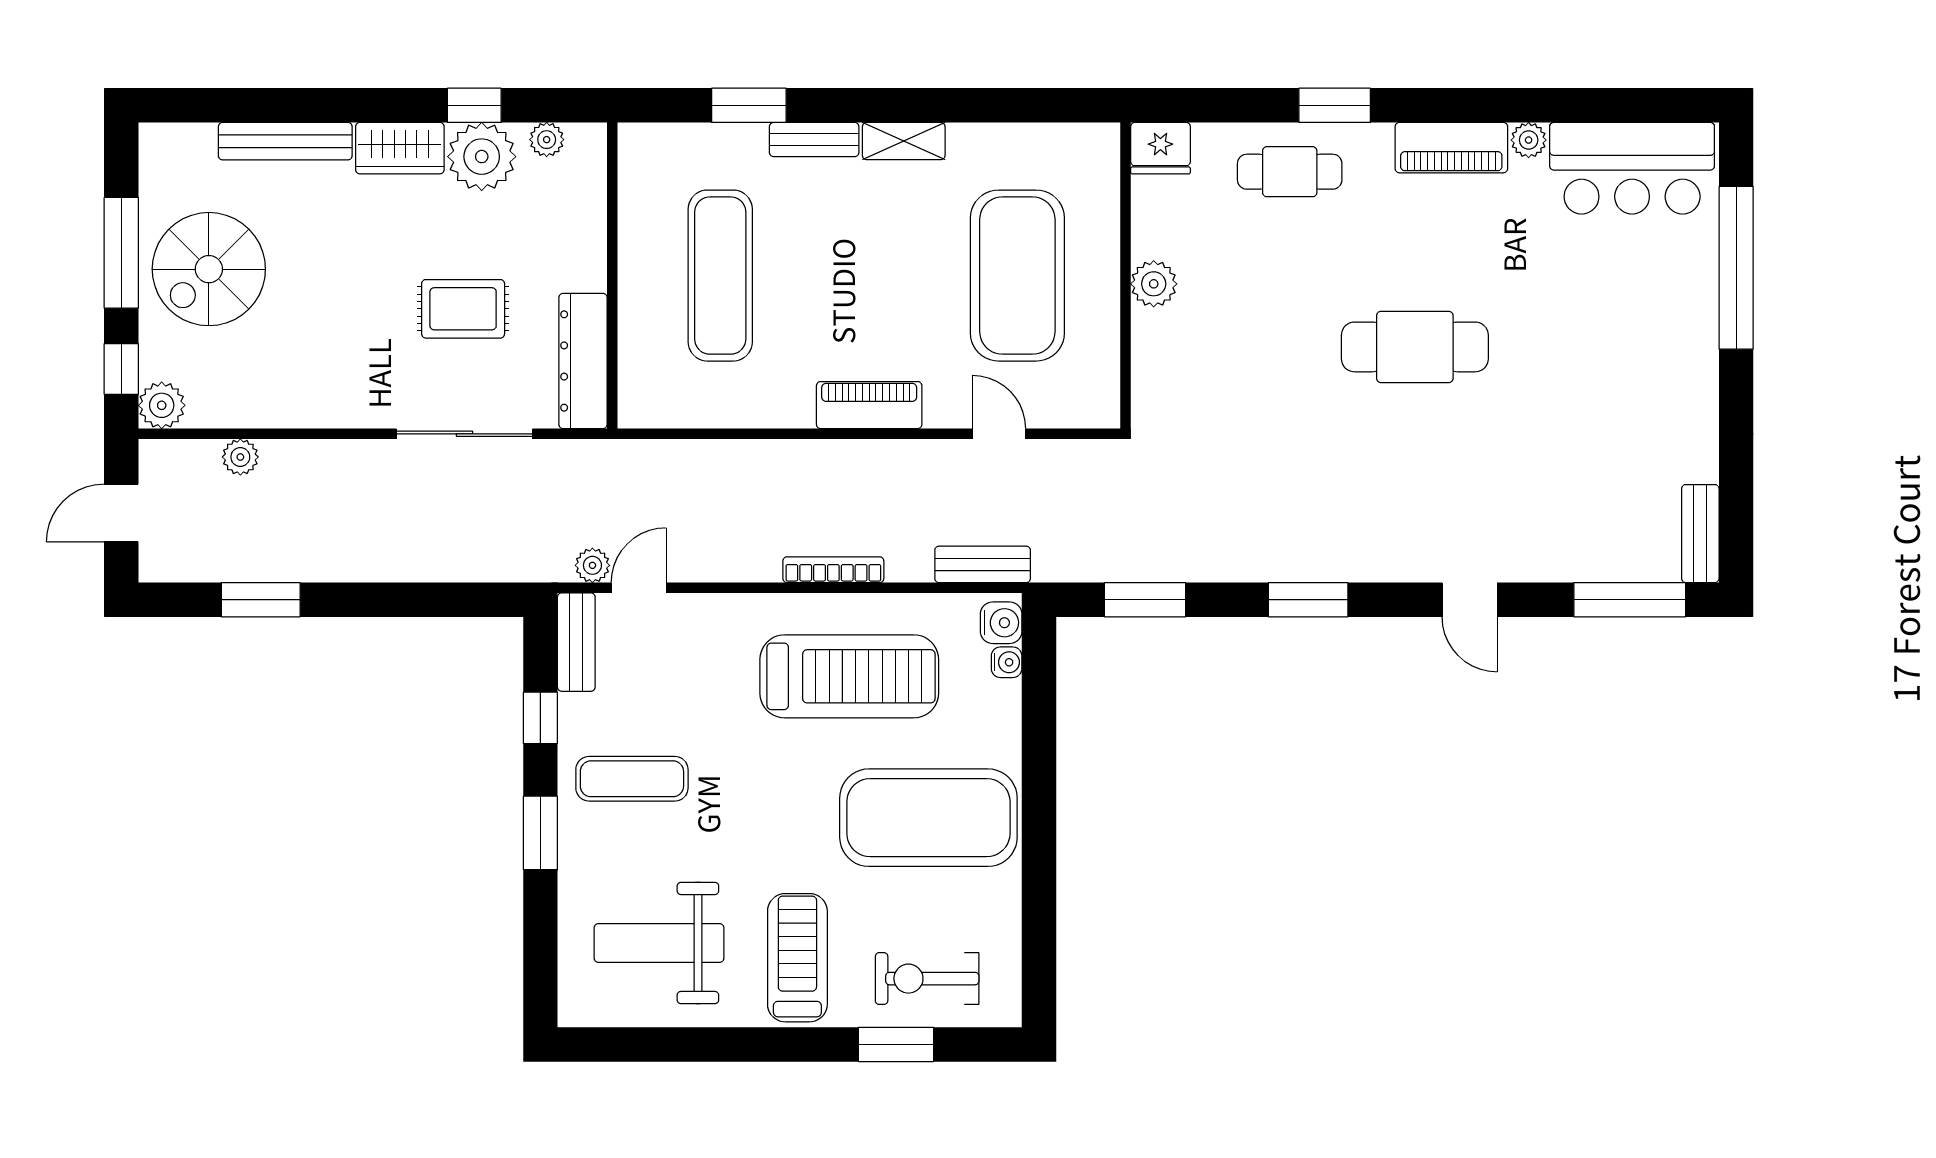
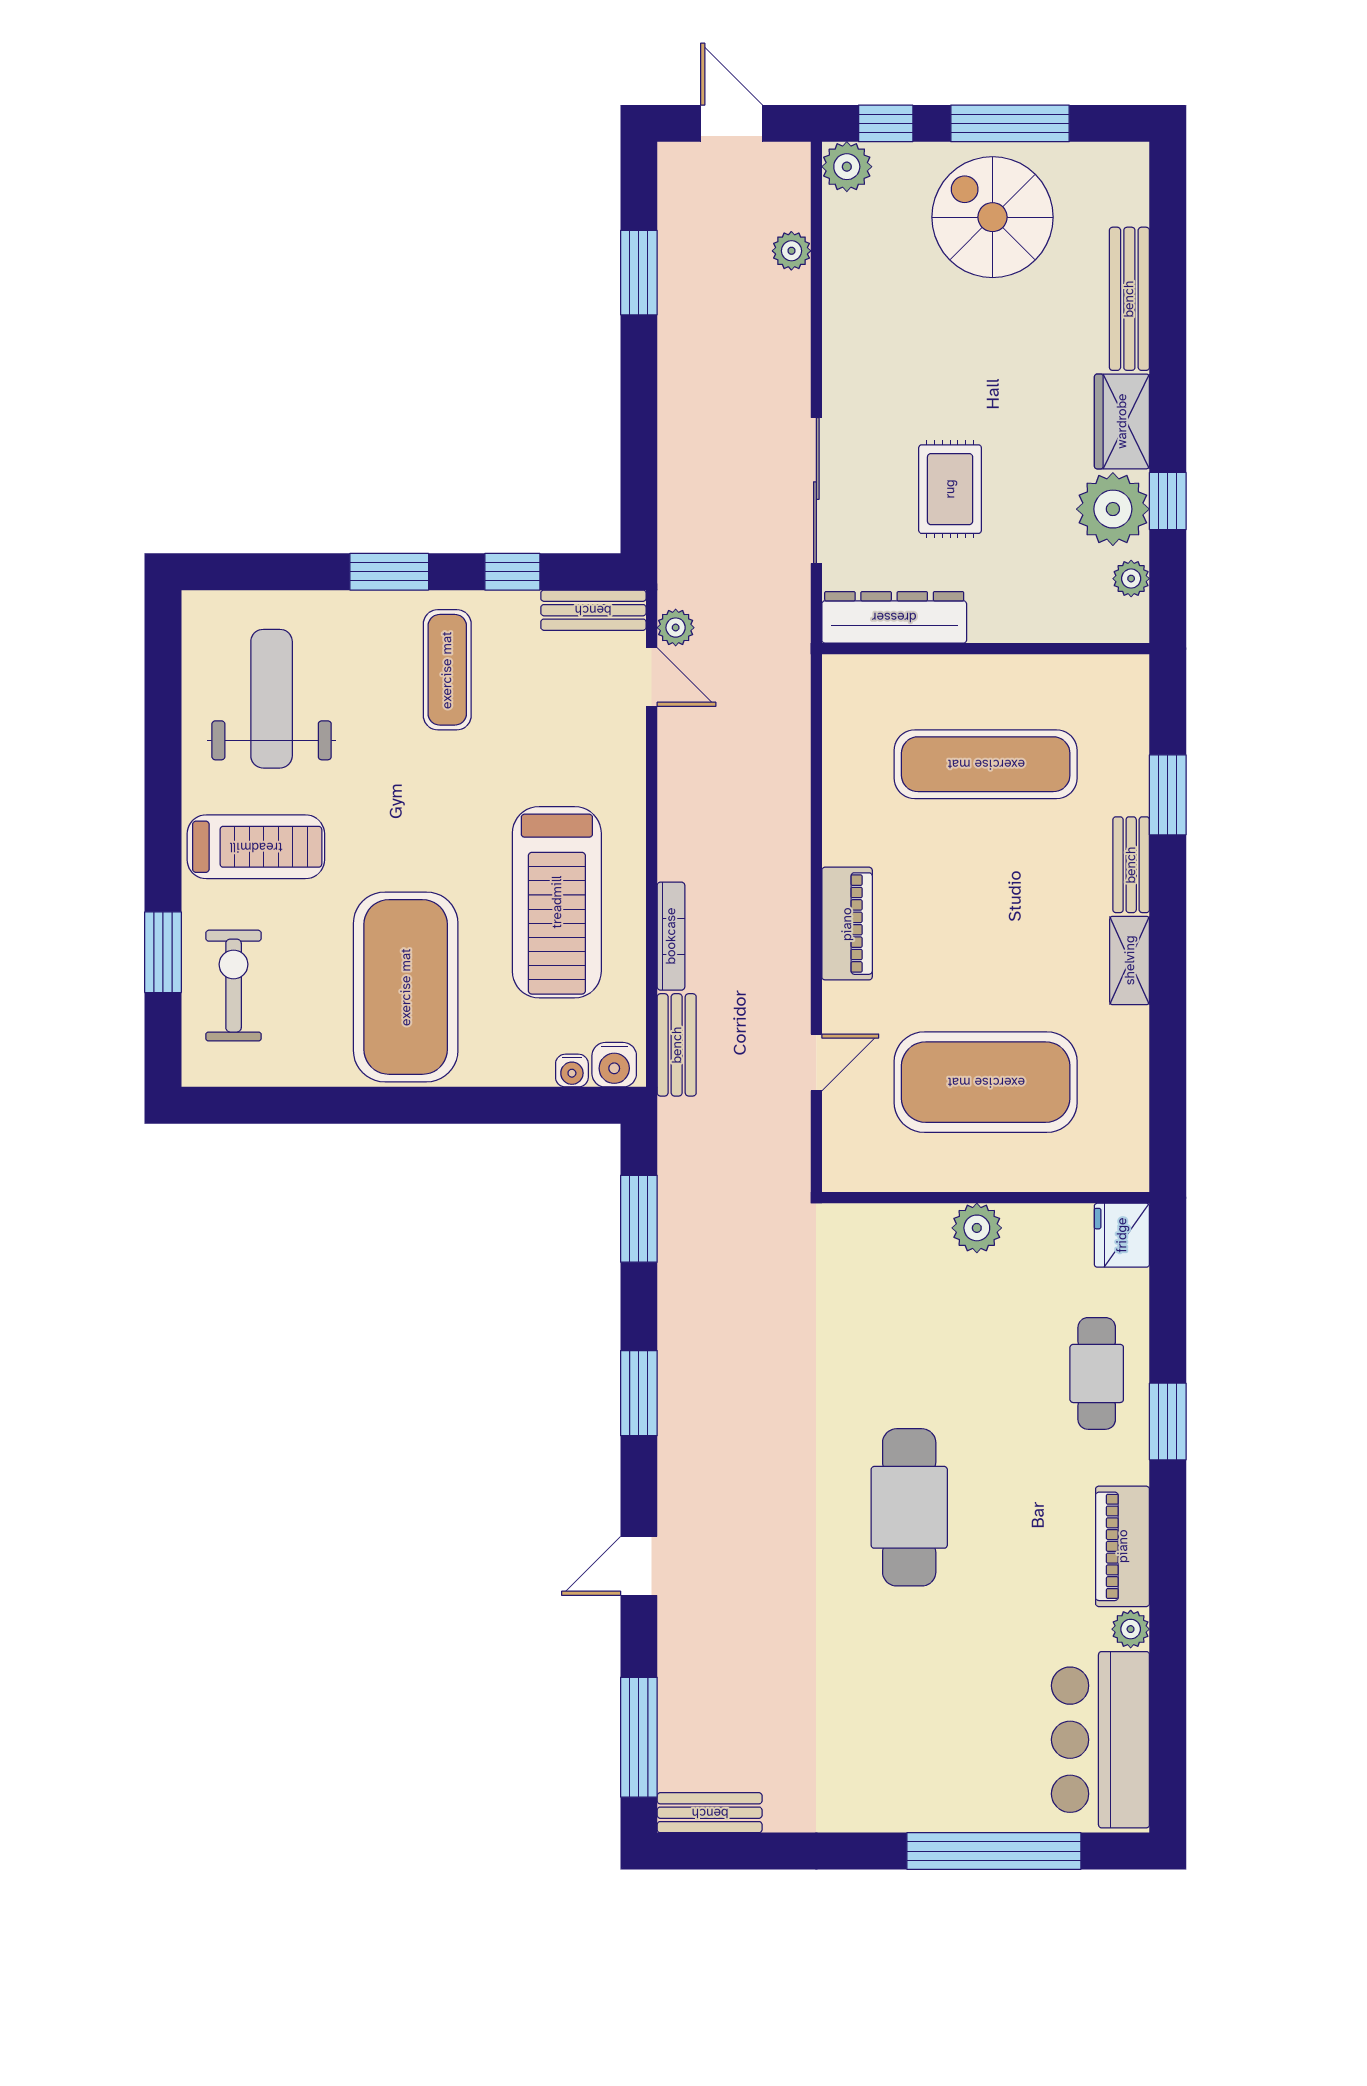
bookcase: (833, 570) -> (671, 936), moved

